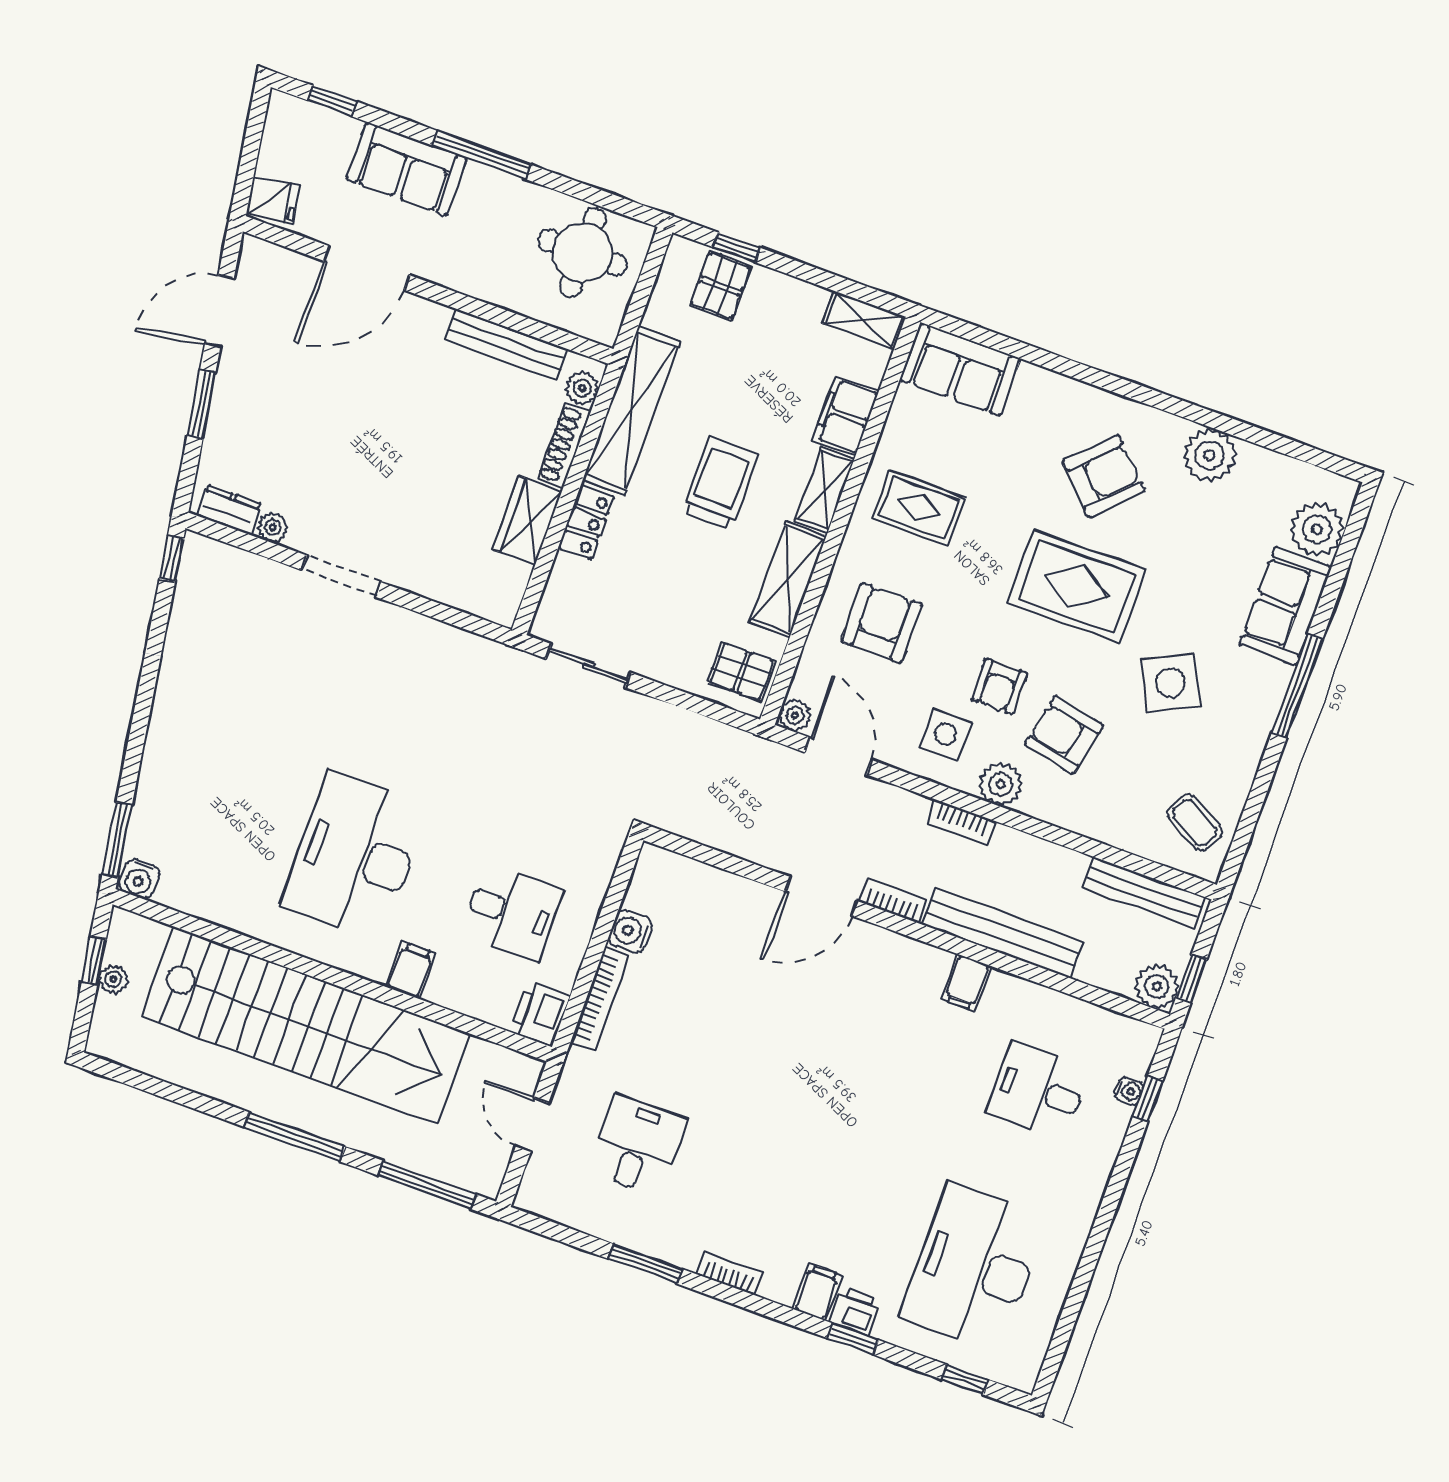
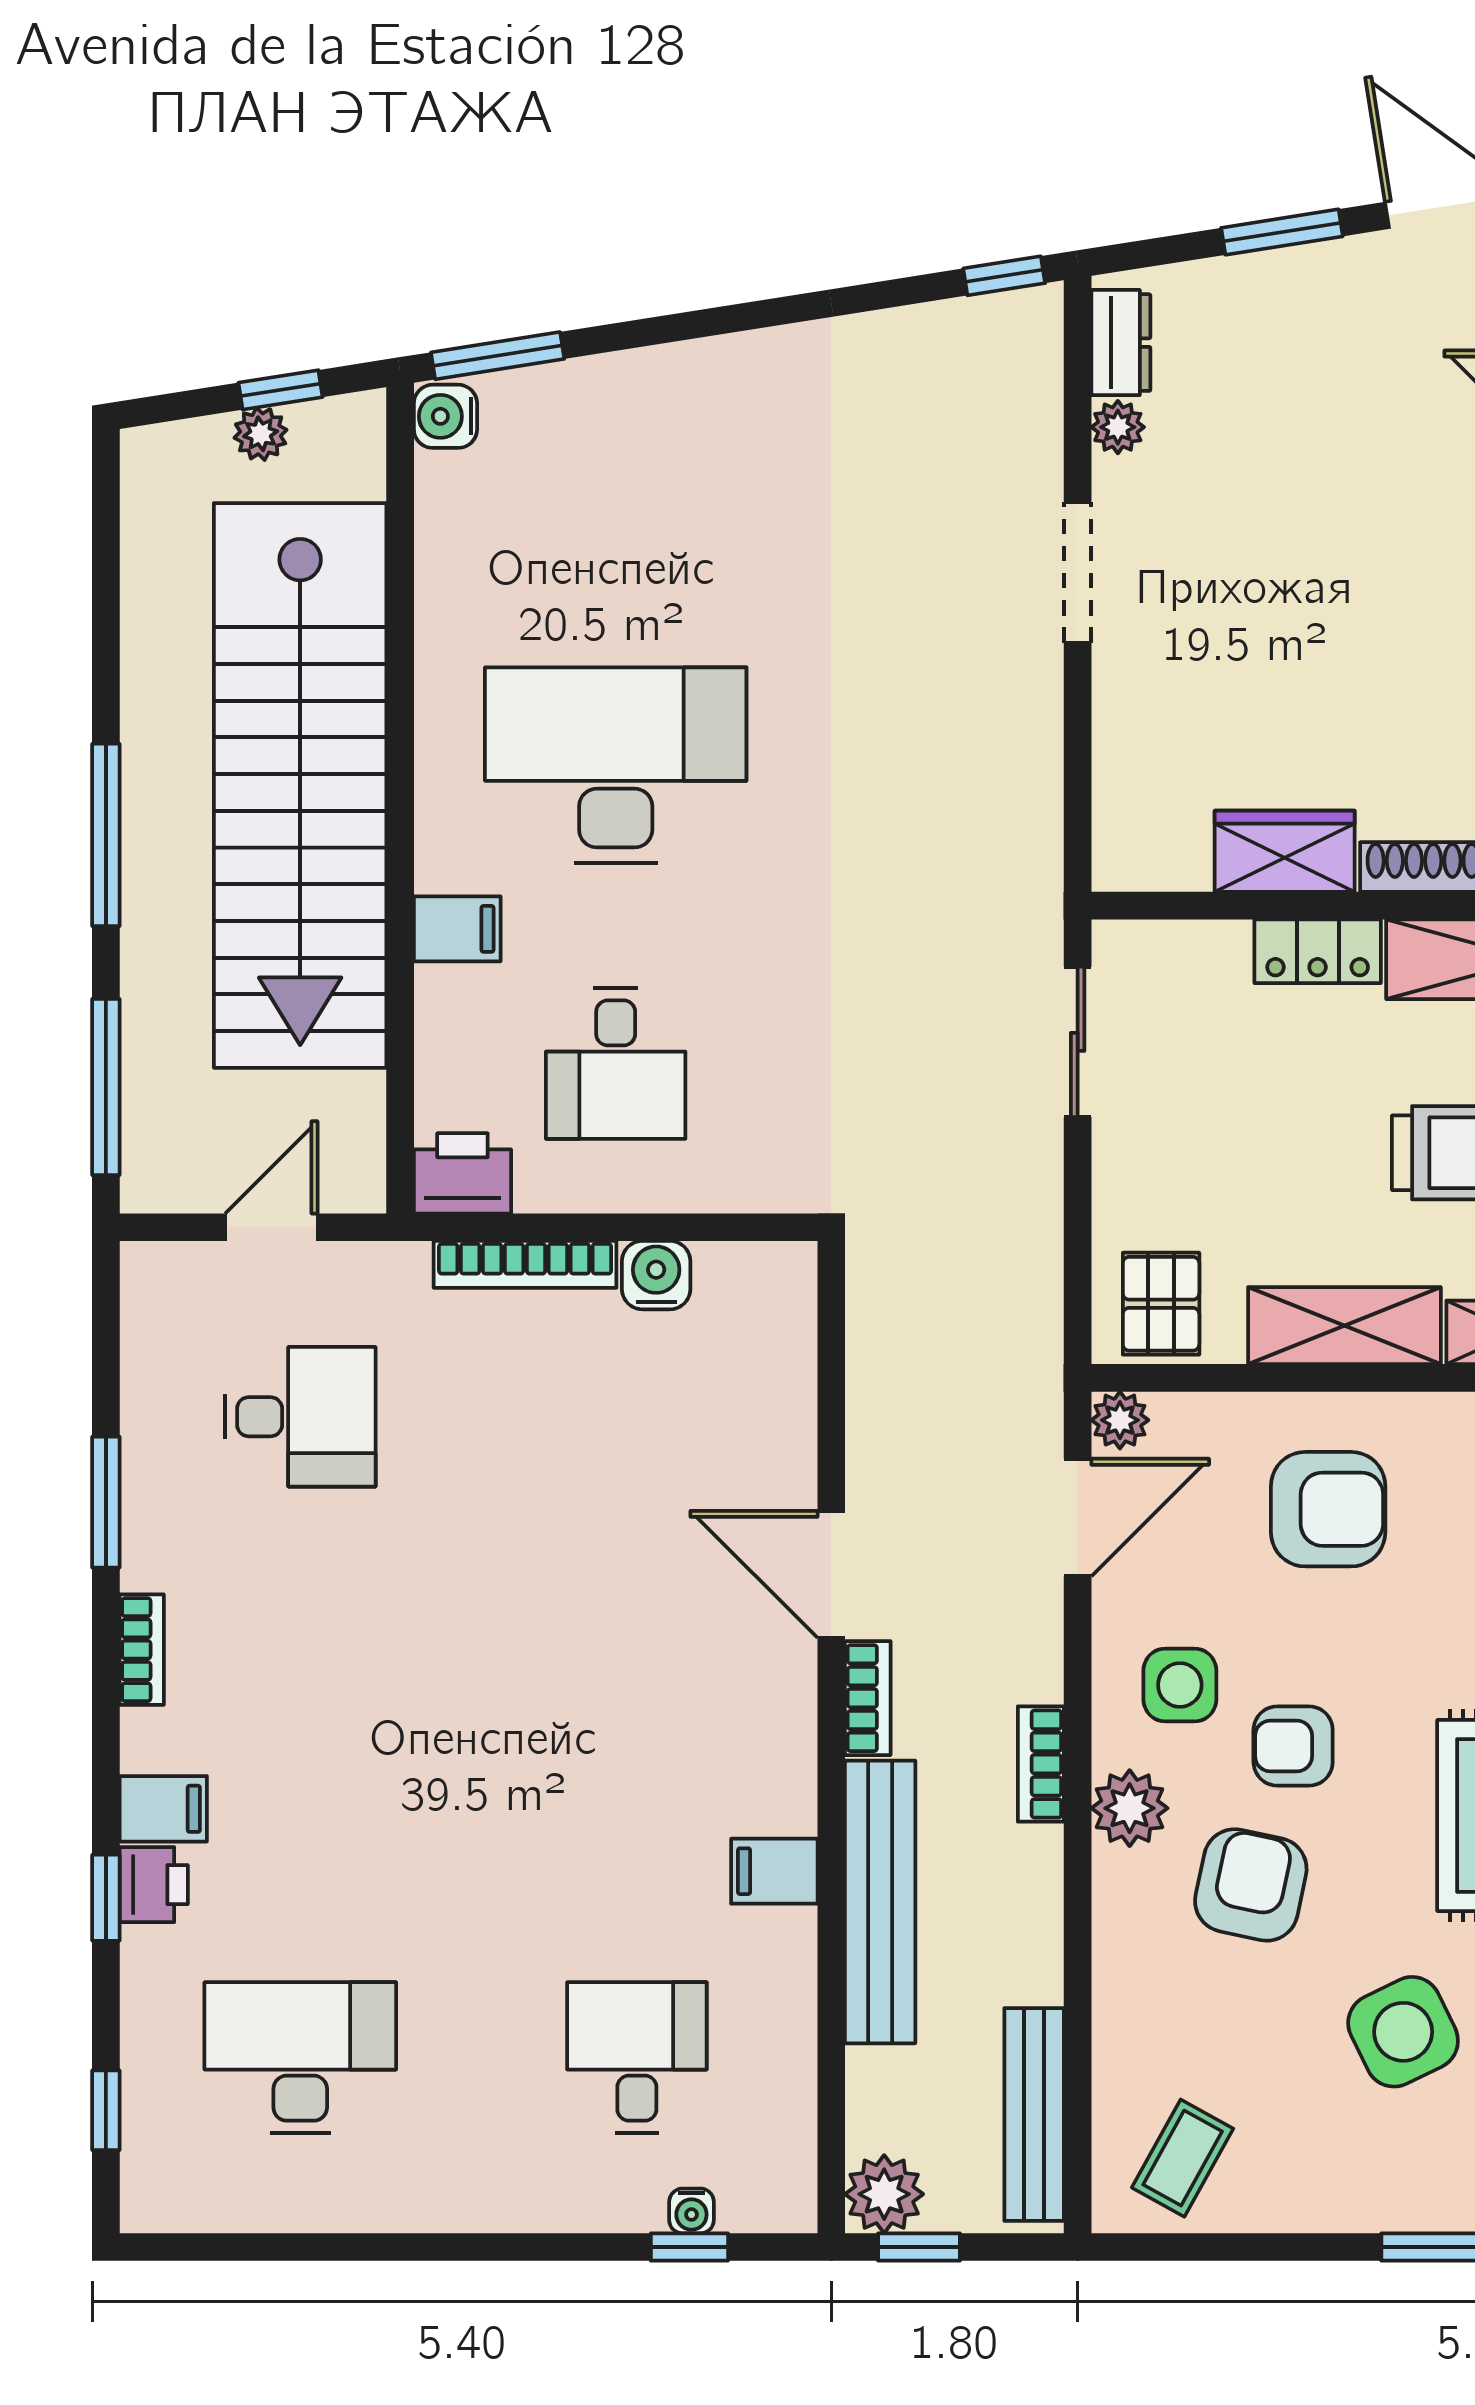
desk: (974, 1267) -> (300, 2057), width x0.73, depth x0.77

